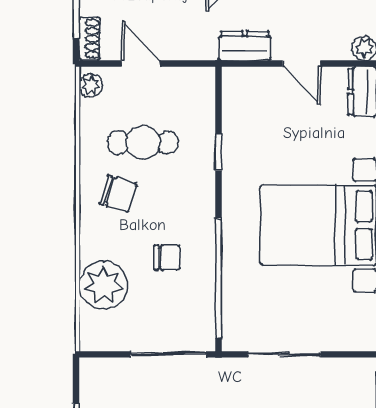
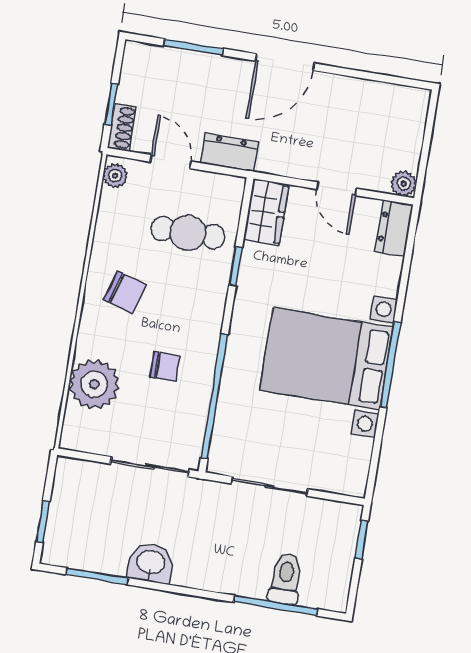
dresser: (245, 46) -> (229, 152), moved
wardrobe: (239, 96) -> (266, 212), added
cafe table: (143, 143) -> (188, 233), moved

